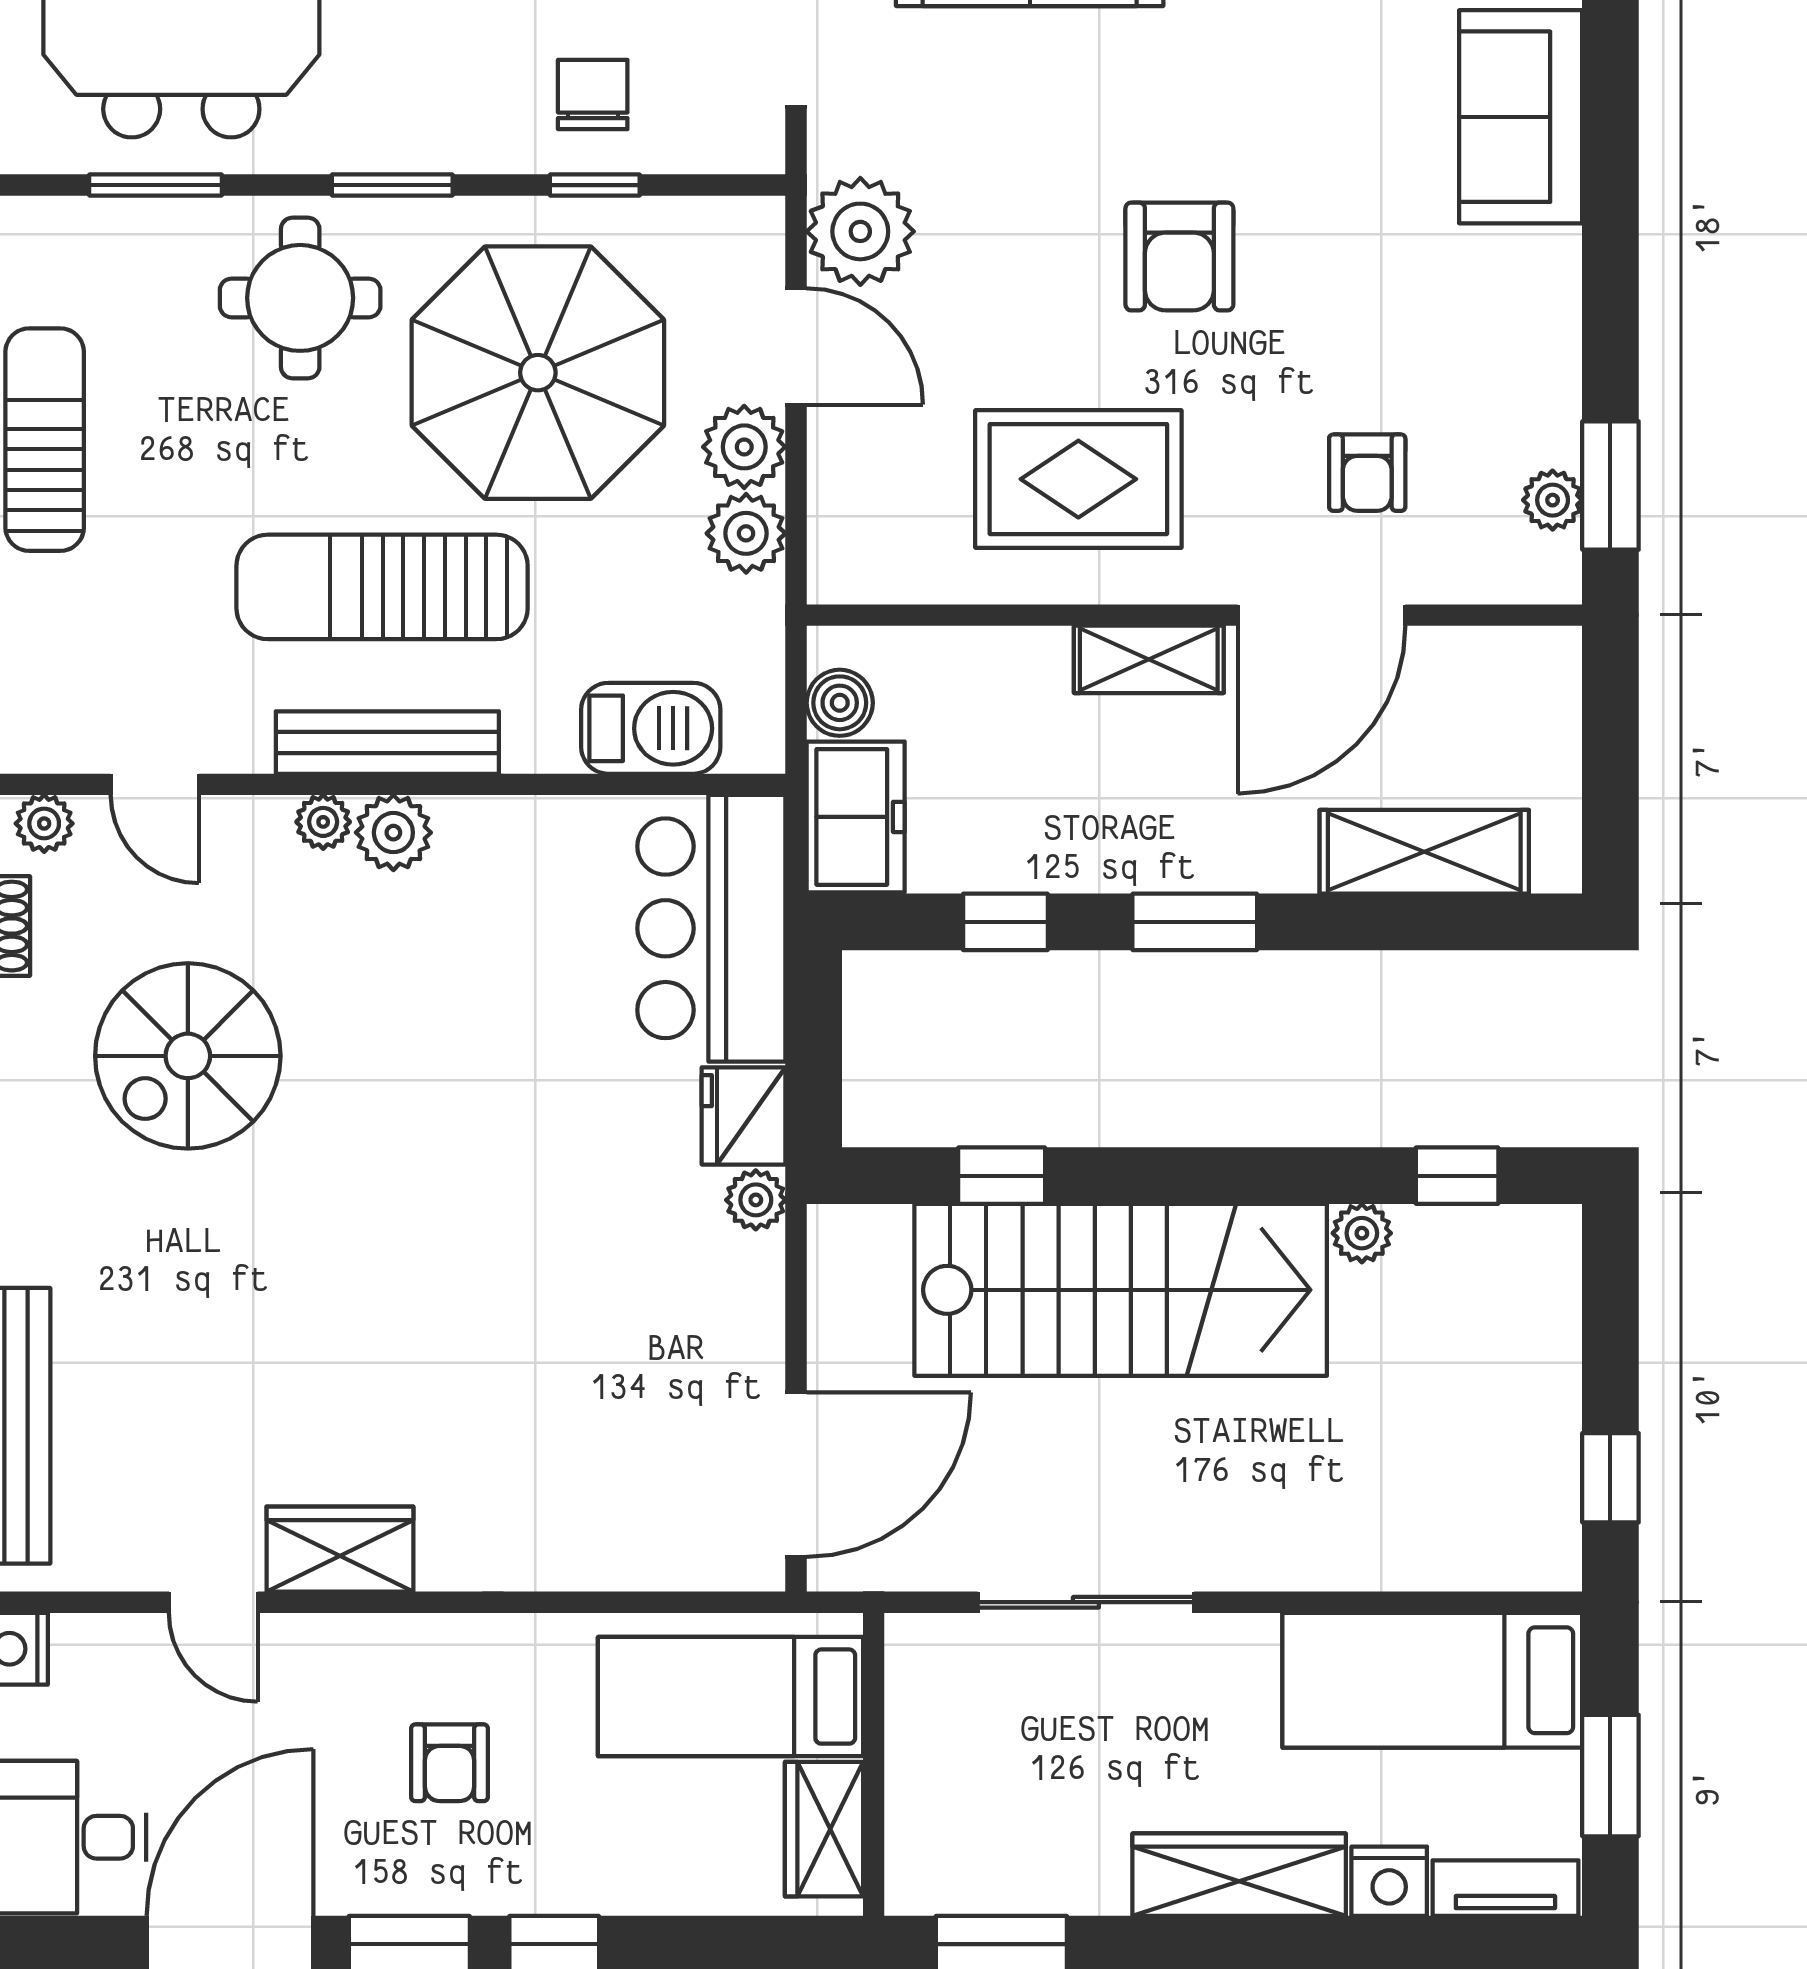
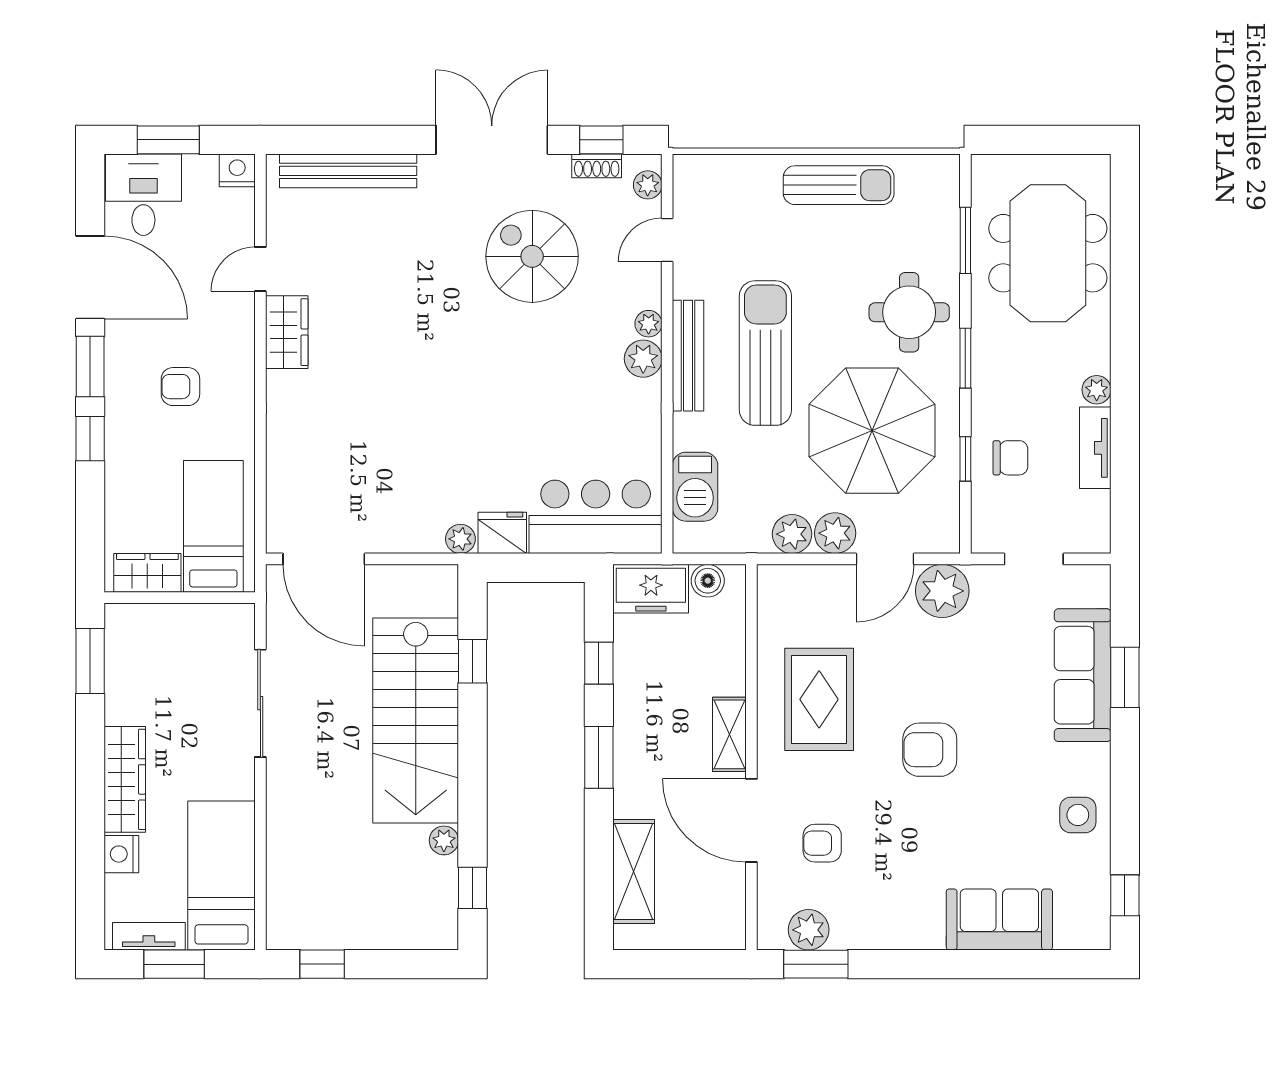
plant: (1553, 500) -> (809, 930), width x1.38, depth x1.38
tv unit: (1505, 1888) -> (149, 936), moved, turned -90

